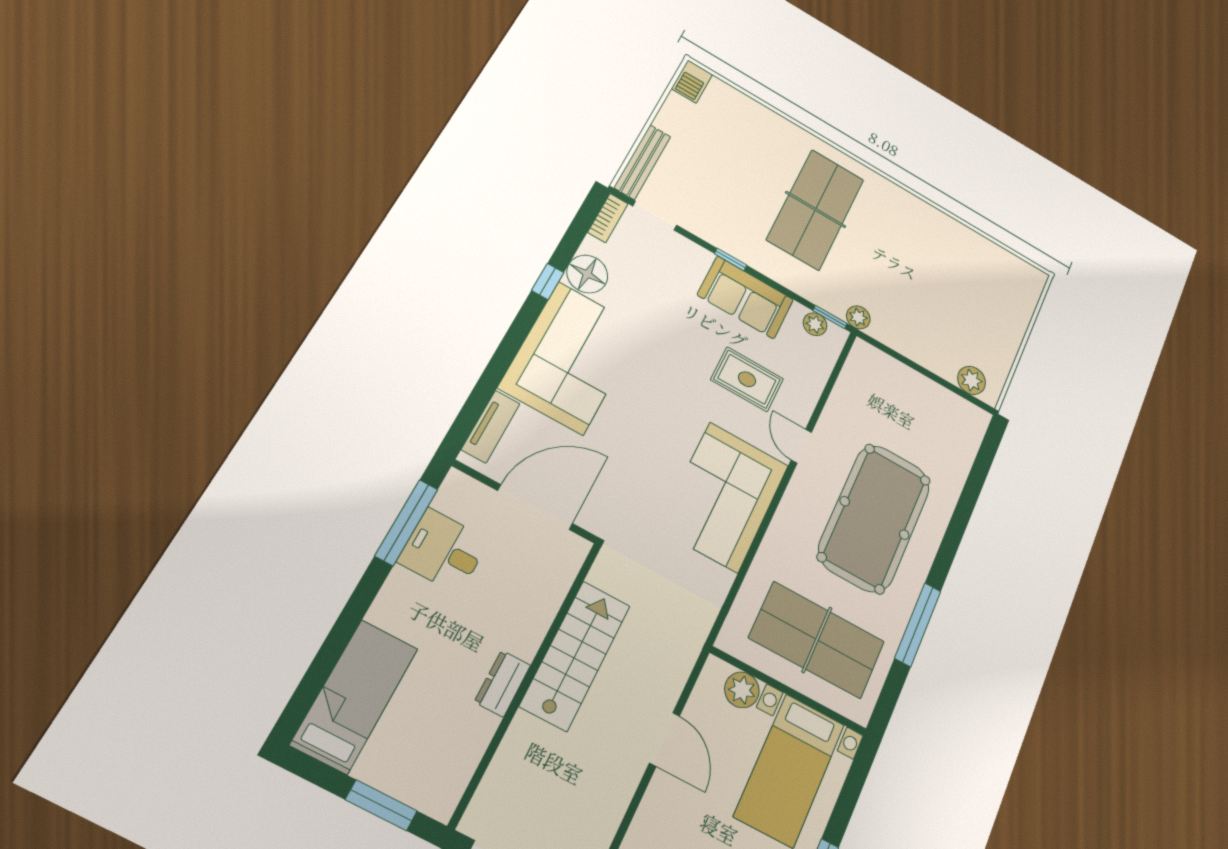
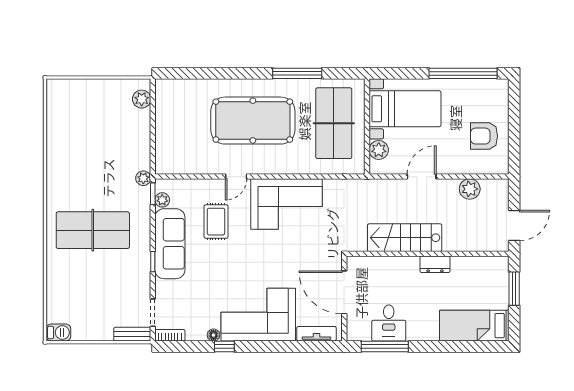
bench: (642, 162) -> (132, 334), width x0.73
floor lamp: (587, 274) -> (213, 335), width x0.53, depth x0.53
sofa: (746, 297) -> (170, 244), width x1.36
plant: (603, 814) -> (470, 189), added

